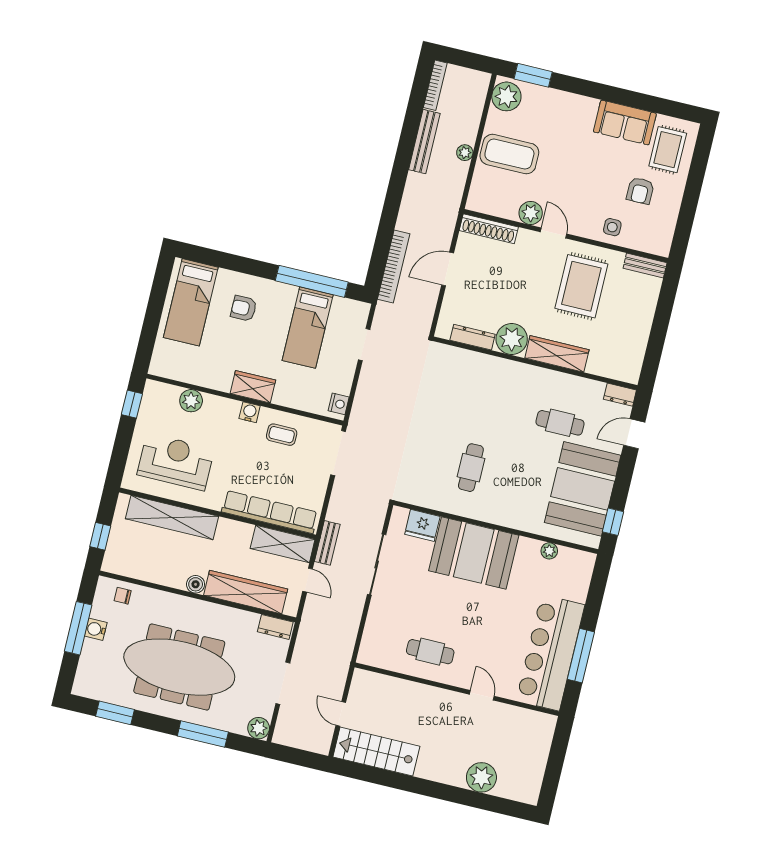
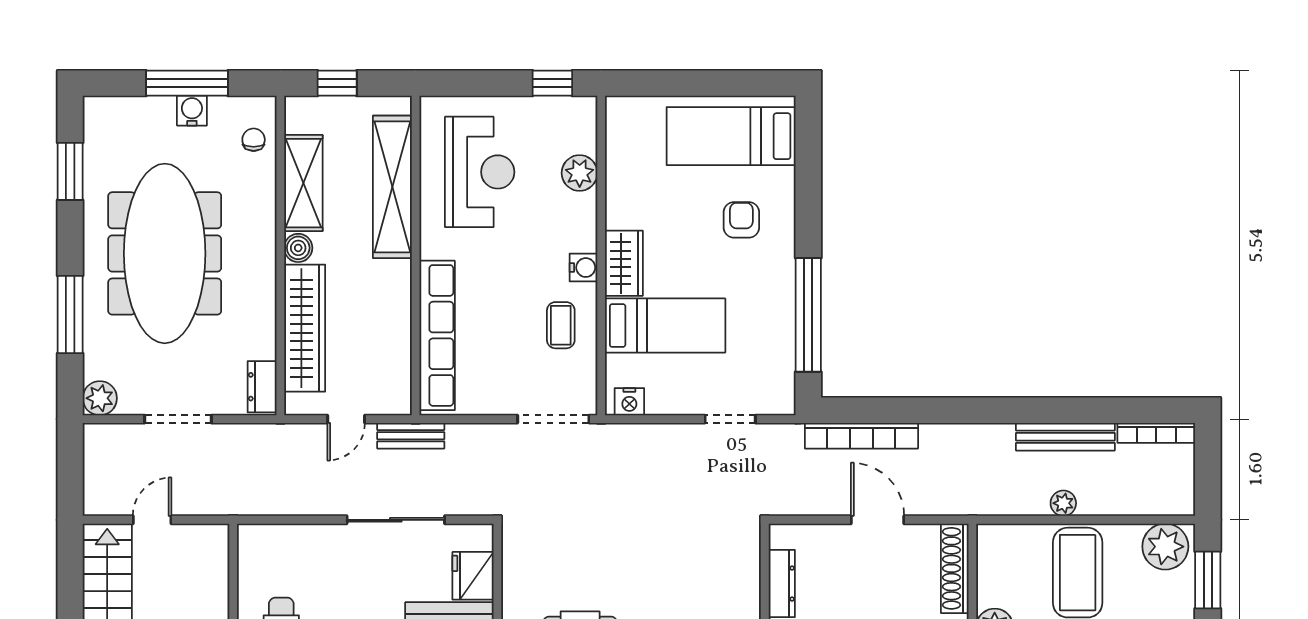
bed: (308, 328) -> (665, 326), moved, turned 180
shelving: (283, 544) -> (303, 183), moved

